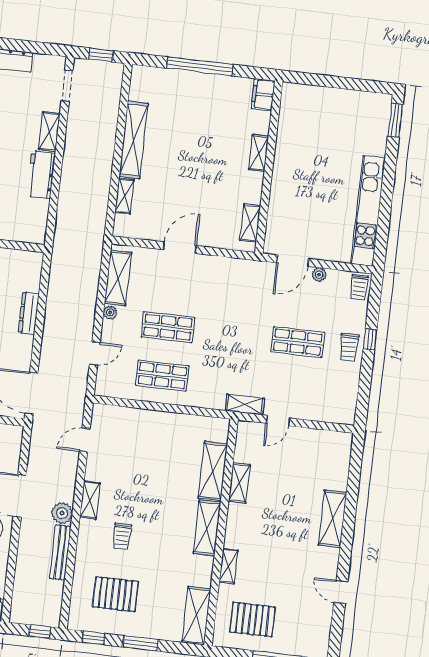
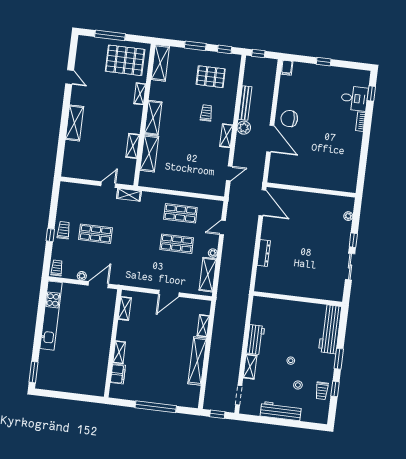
filing cabinet: (263, 95) -> (118, 374), moved
pallet: (252, 619) -> (125, 60), width x1.37, depth x1.41

